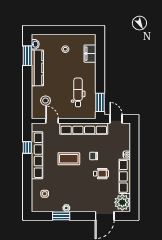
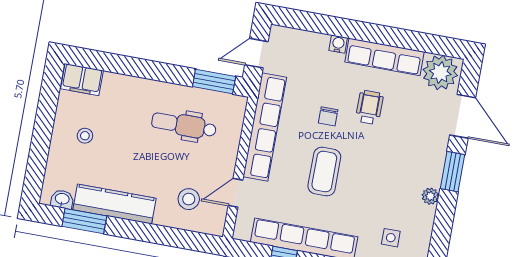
filing cabinet: (90, 54) -> (82, 80), moved
window: (61, 216) -> (453, 172), moved

